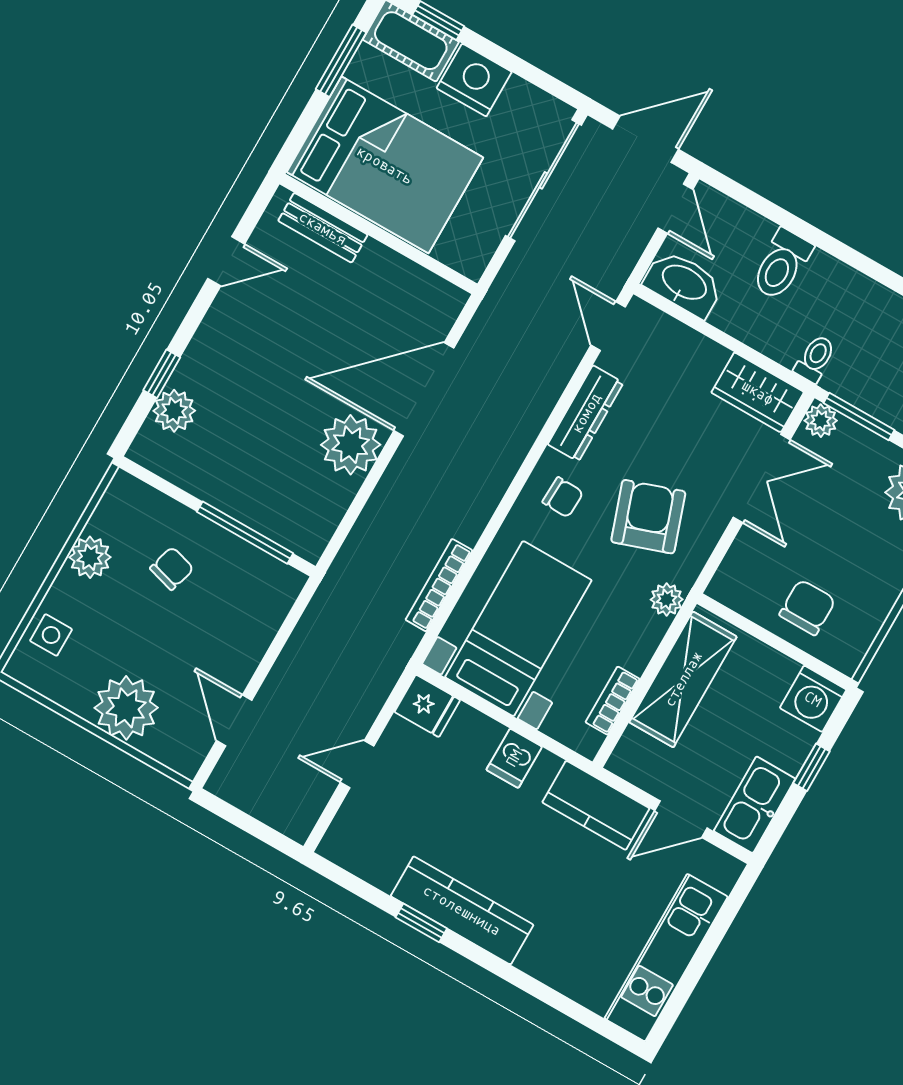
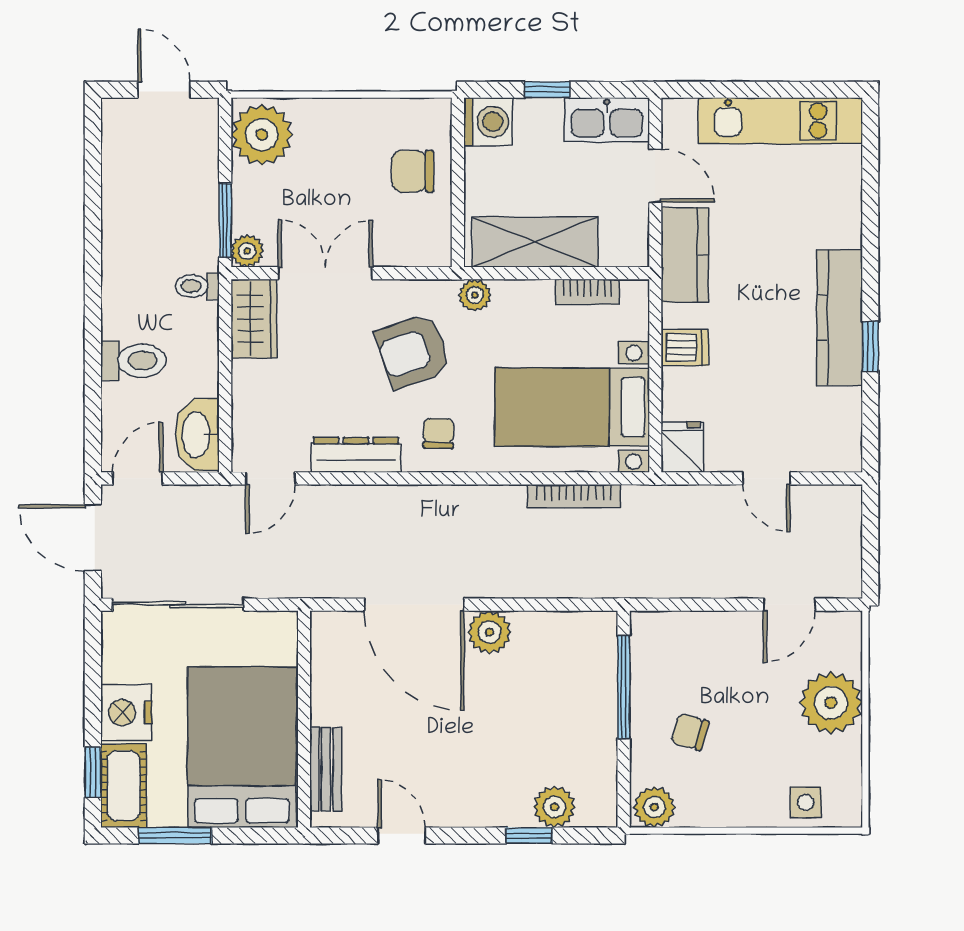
plant: (351, 445) -> (489, 632), width x0.73, depth x0.73
plant: (90, 557) -> (654, 807), moved

